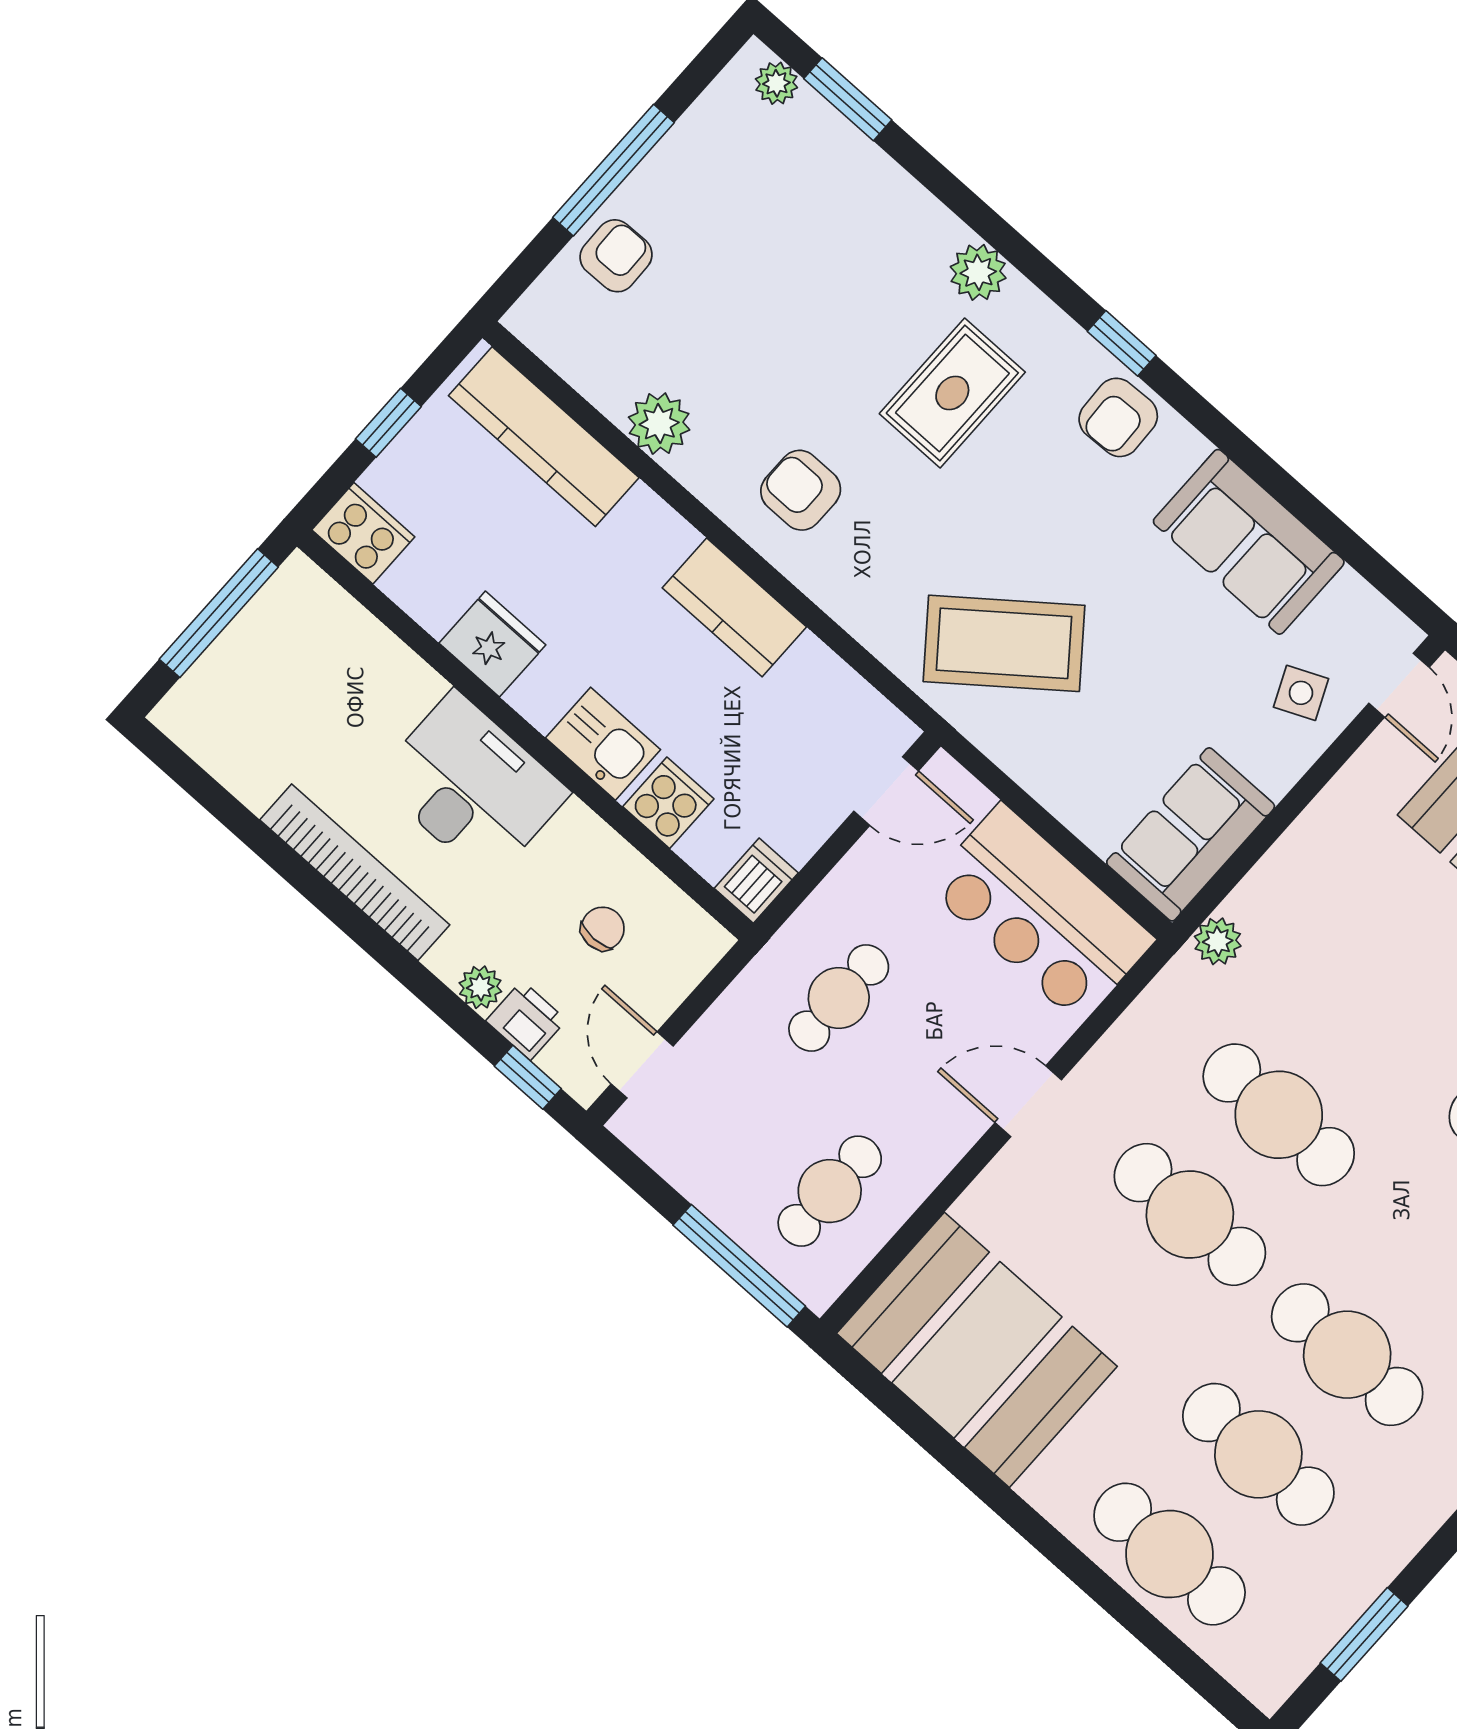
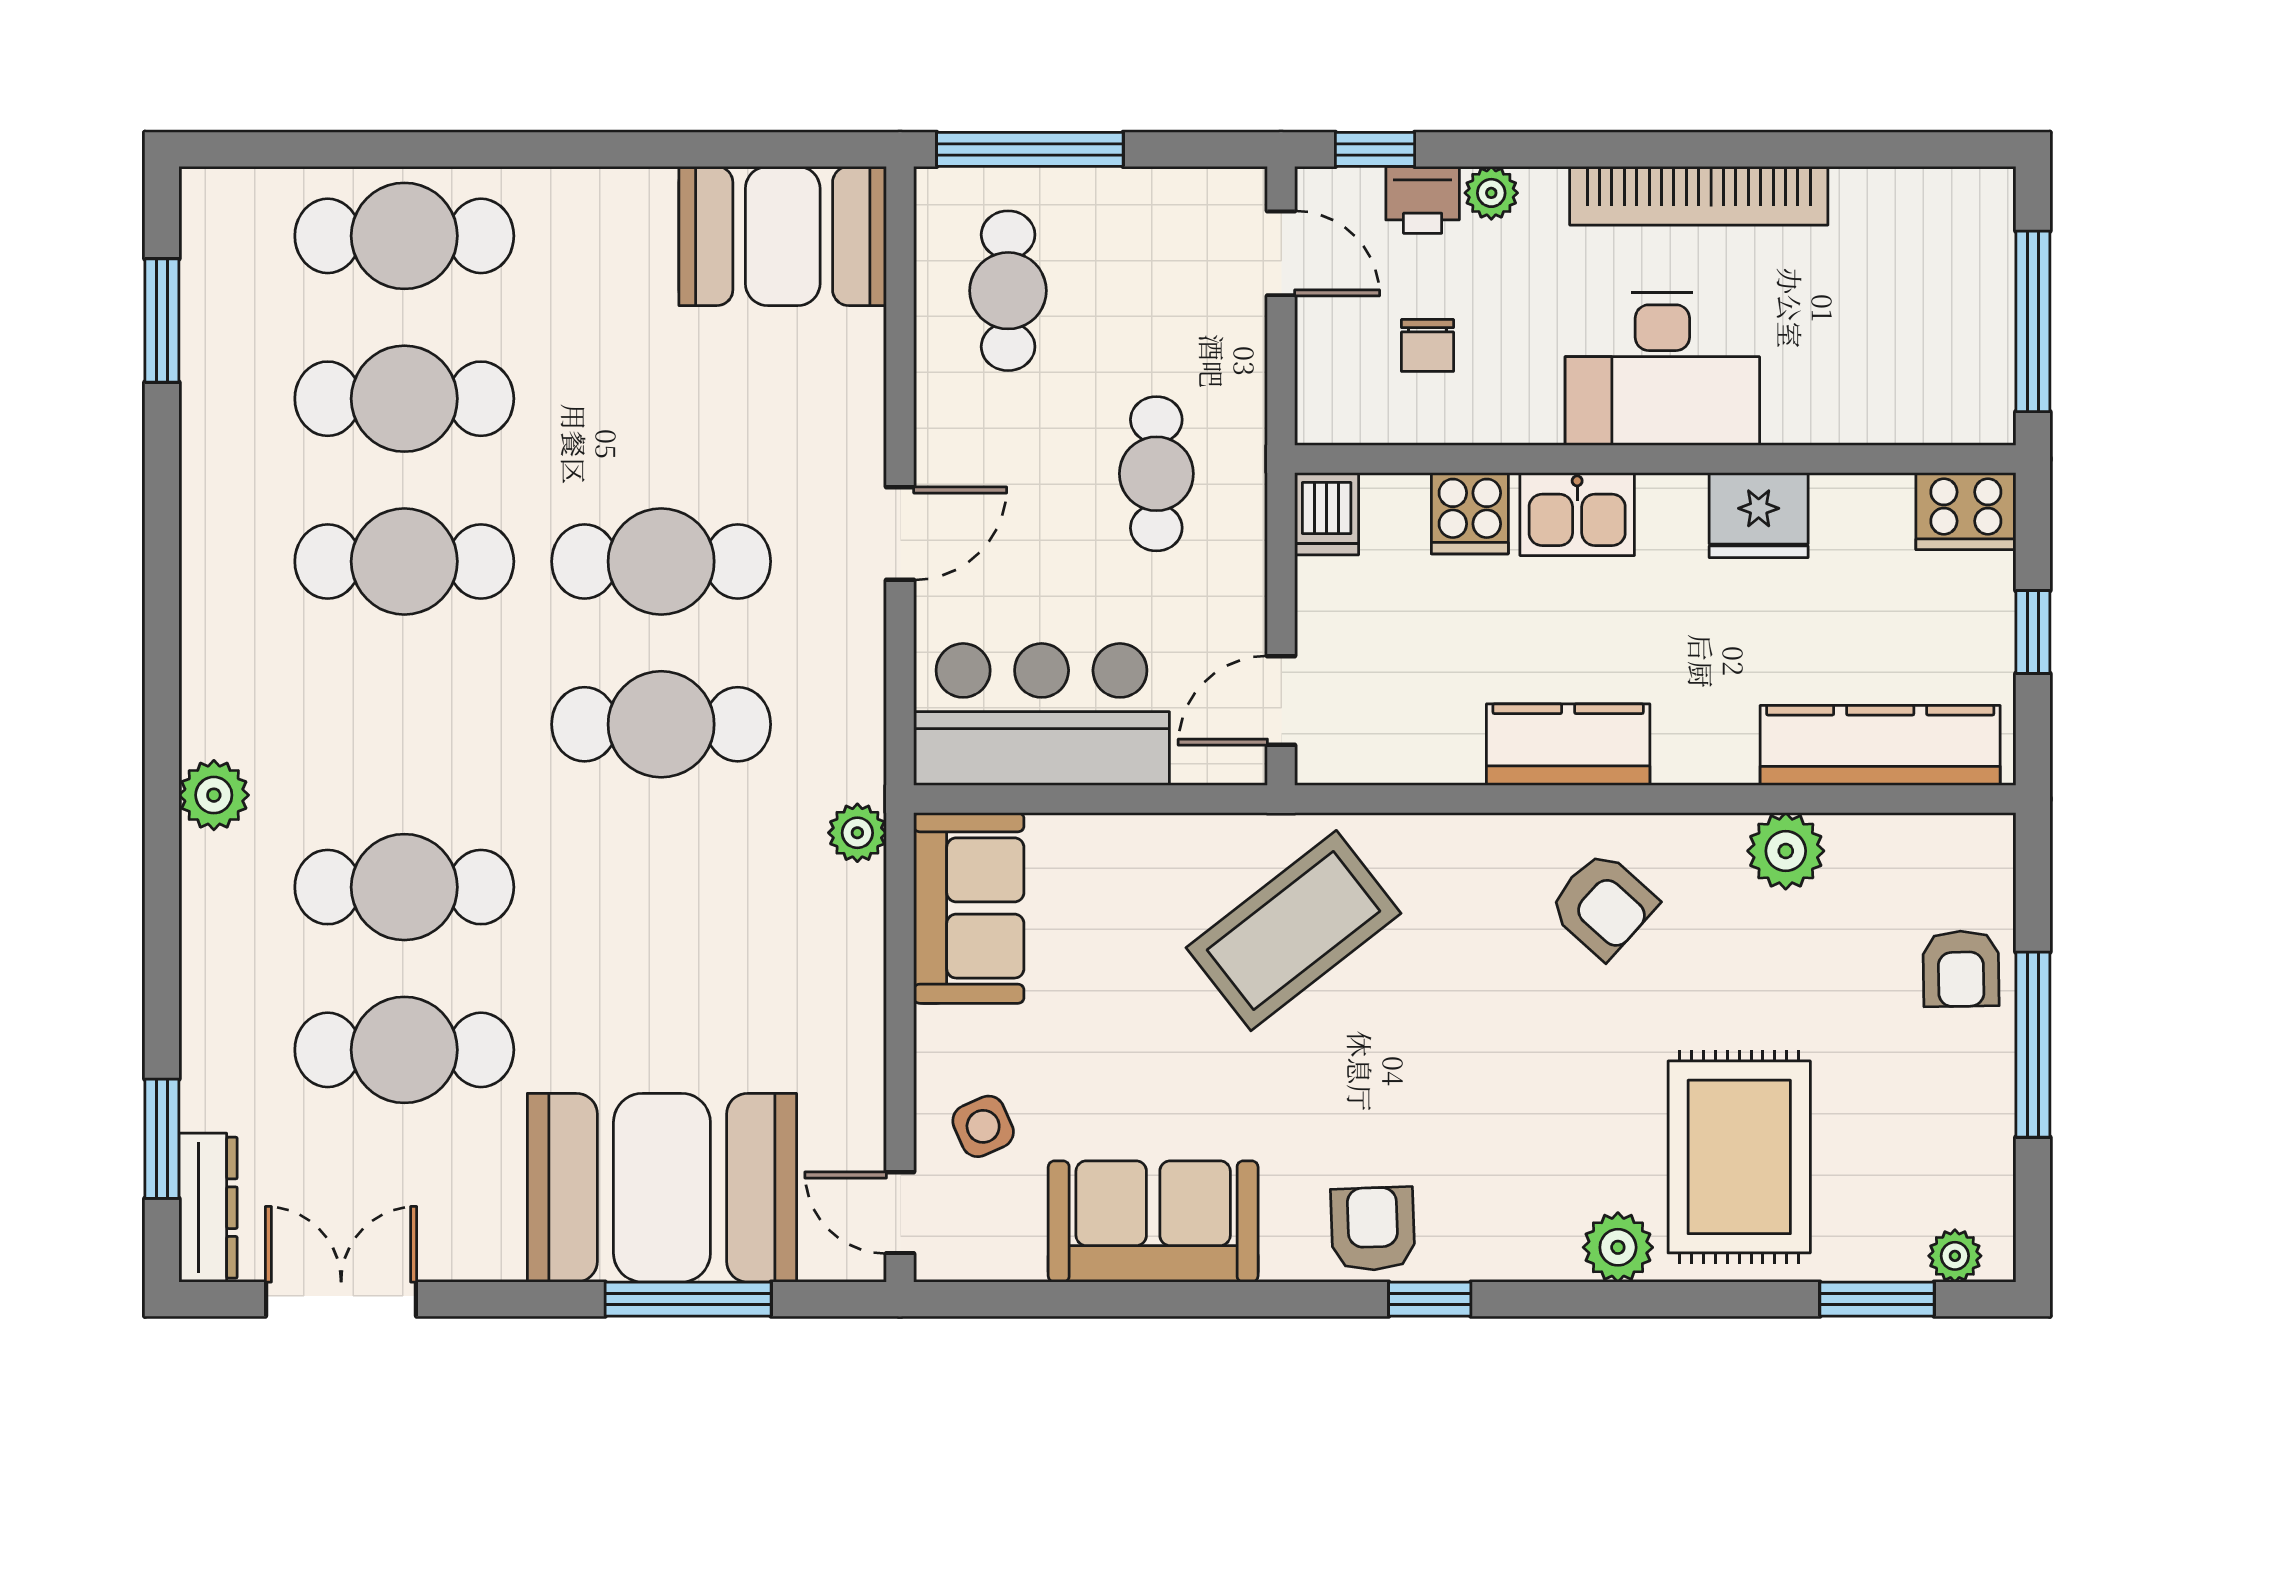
rug: (952, 393) -> (1739, 1157), moved, width x1.36, depth x1.43
armchair: (801, 490) -> (1603, 905), turned 42
booth: (977, 1350) -> (783, 236), width x0.73, depth x0.70

